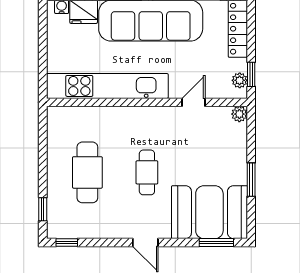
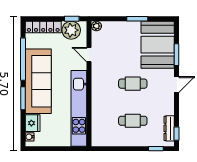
plant: (240, 80) -> (71, 30), width x1.87, depth x1.87
cafe table: (87, 172) -> (133, 121), width x0.73, depth x0.74
dresser: (75, 231) -> (169, 128), added
window: (216, 243) -> (177, 55), moved

